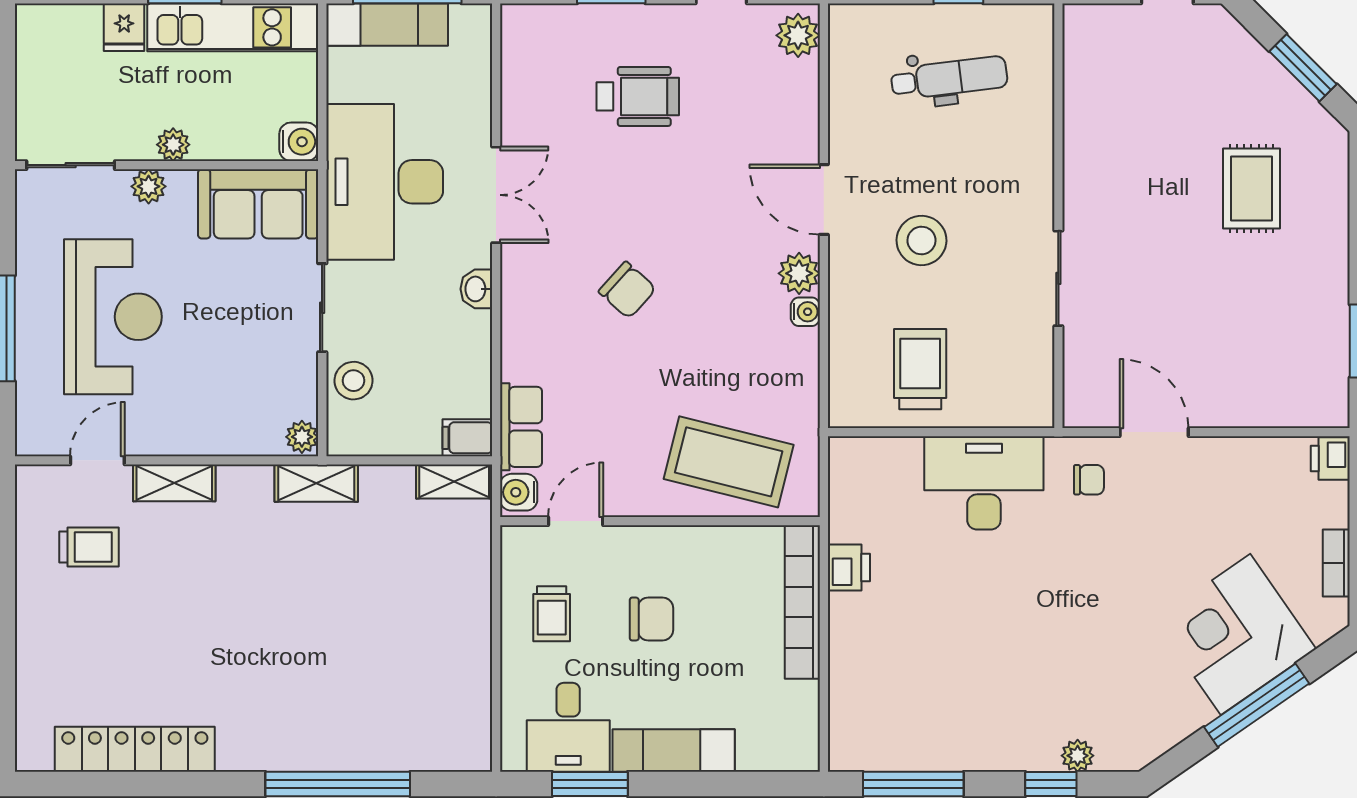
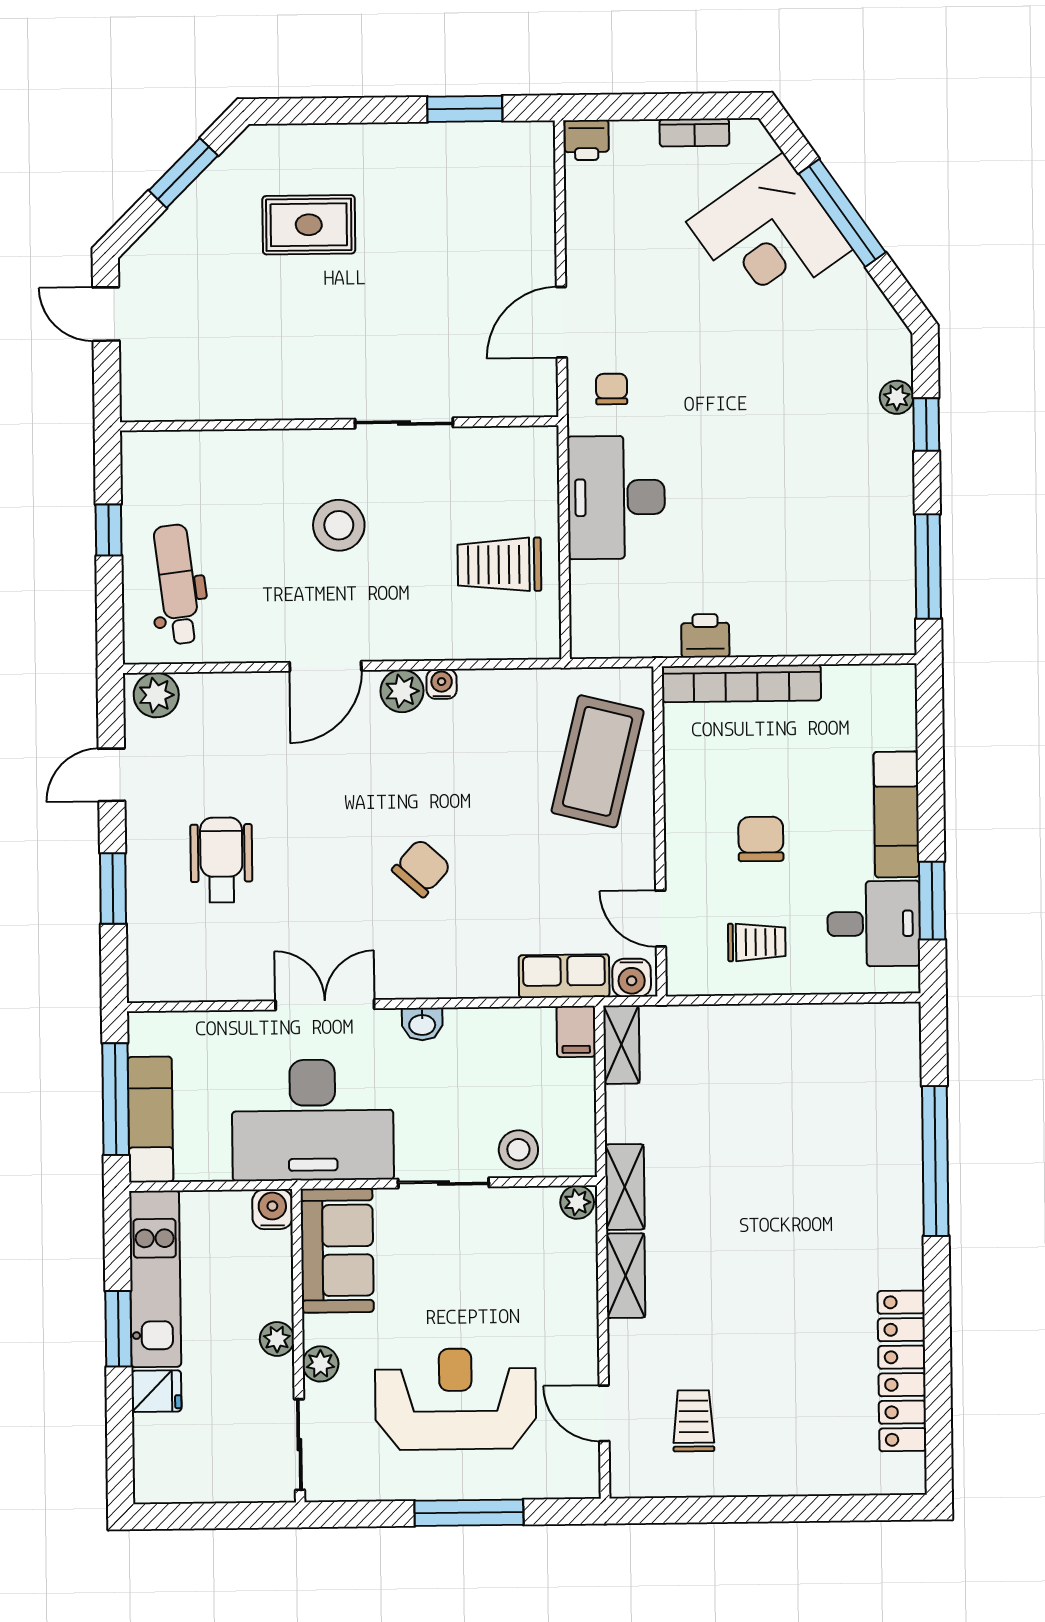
dental chair: (949, 78) -> (177, 584), moved
stool: (922, 240) -> (339, 525), moved
shelving: (174, 483) -> (626, 1276), moved

